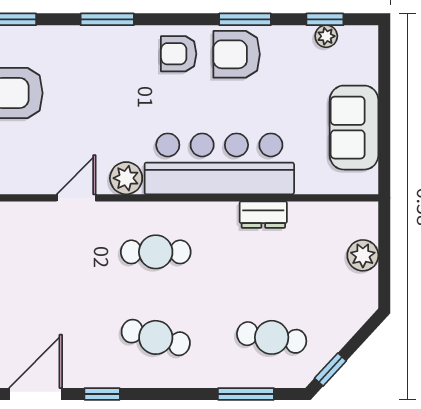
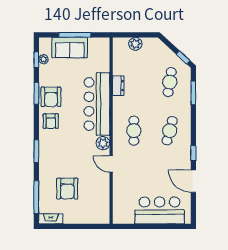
window: (384, 111) -> (75, 35), added
sofa: (354, 128) -> (70, 48), moved

